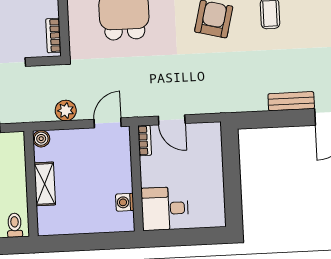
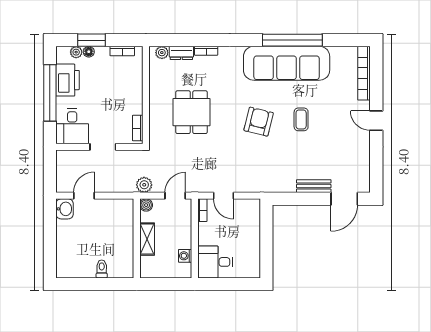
boiler: (41, 139) -> (146, 205), moved
wall: (31, 184) -> (137, 238), moved
shelving: (45, 184) -> (147, 239), moved

